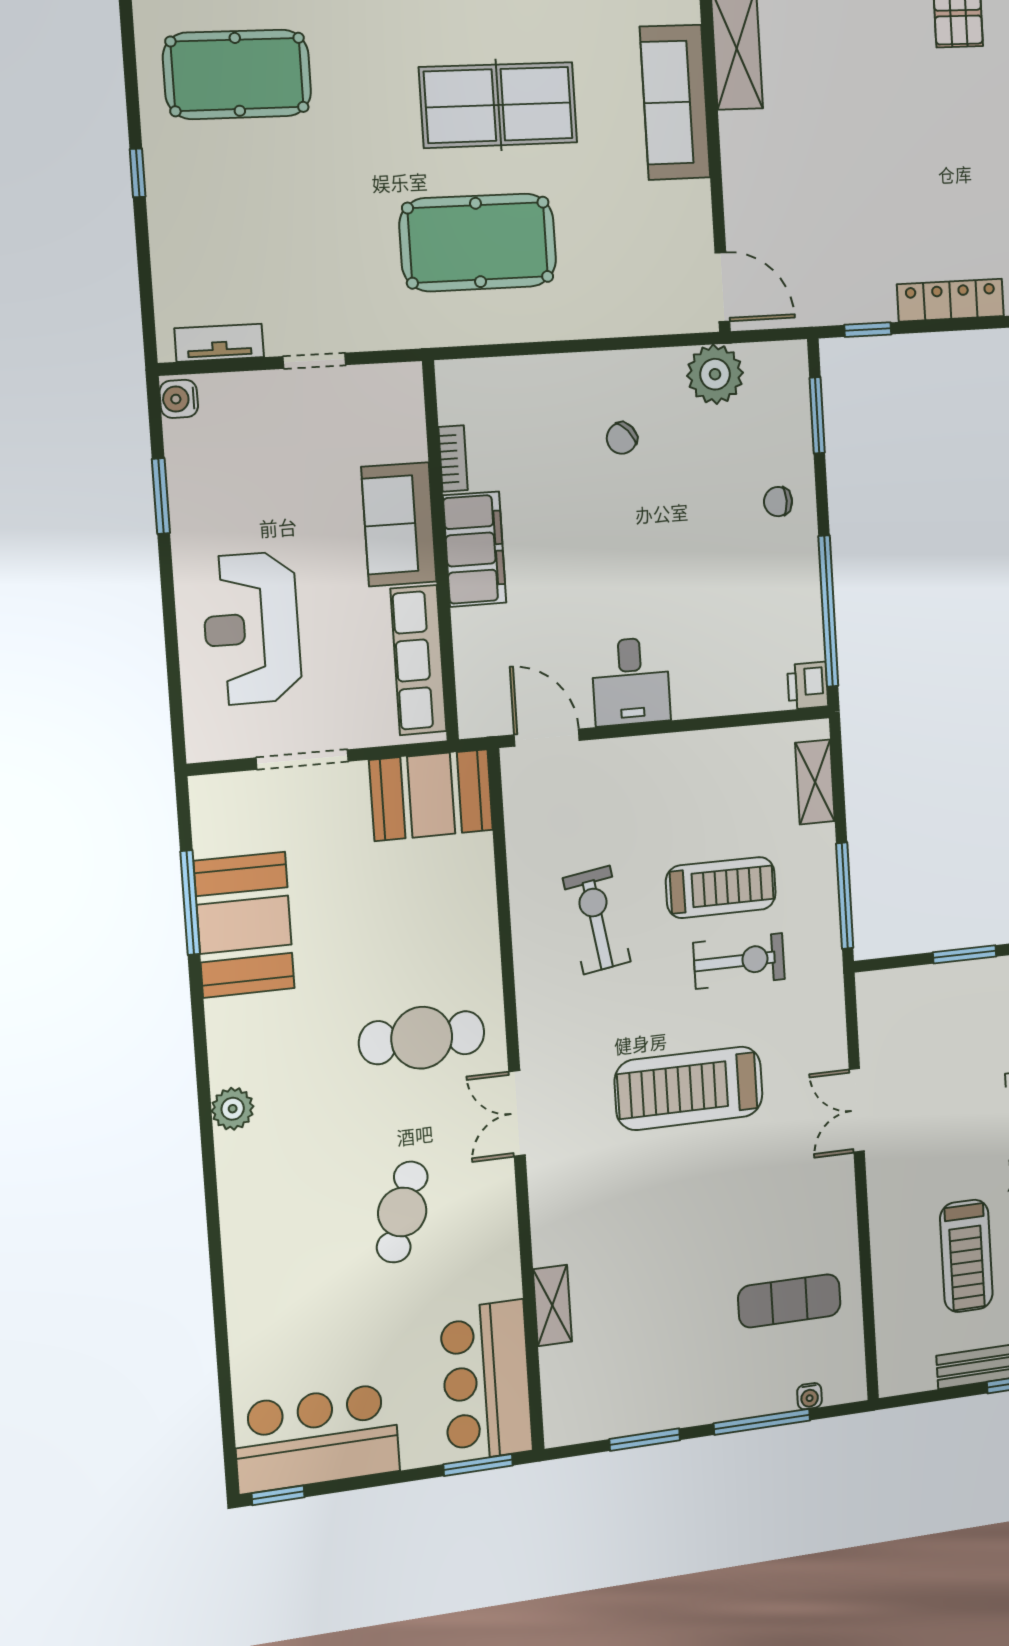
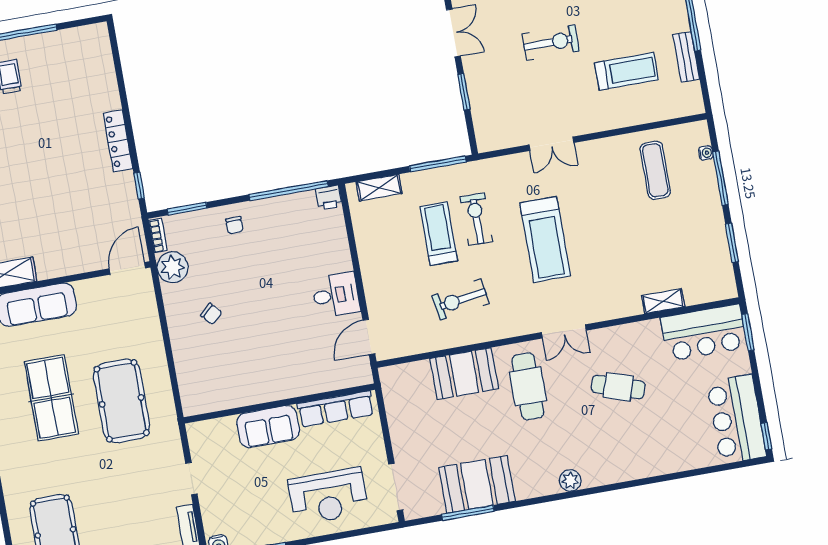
bookcase: (453, 459) -> (158, 236), moved, turned 90
filing cabinet: (475, 549) -> (276, 386), removed
doorway: (302, 760) -> (396, 487), moved
booth: (431, 795) -> (464, 374), moved, turned 90

